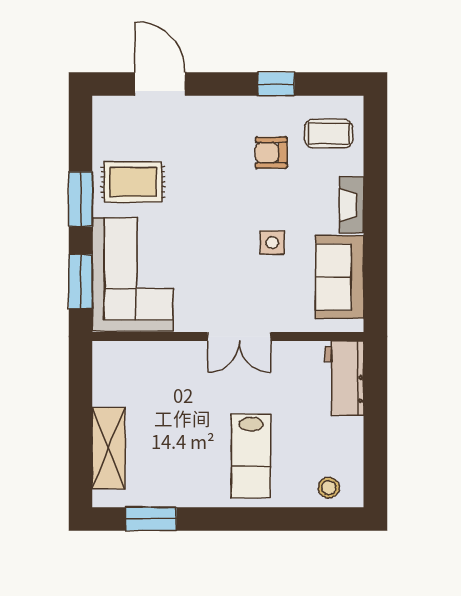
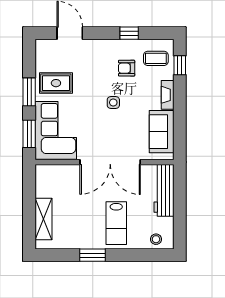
window: (375, 147) -> (180, 65), added
side table: (272, 243) -> (113, 102), moved
double door: (239, 336) -> (110, 162), width x1.87
workbench: (344, 378) -> (164, 190), width x1.38
window: (151, 519) -> (93, 255), moved

